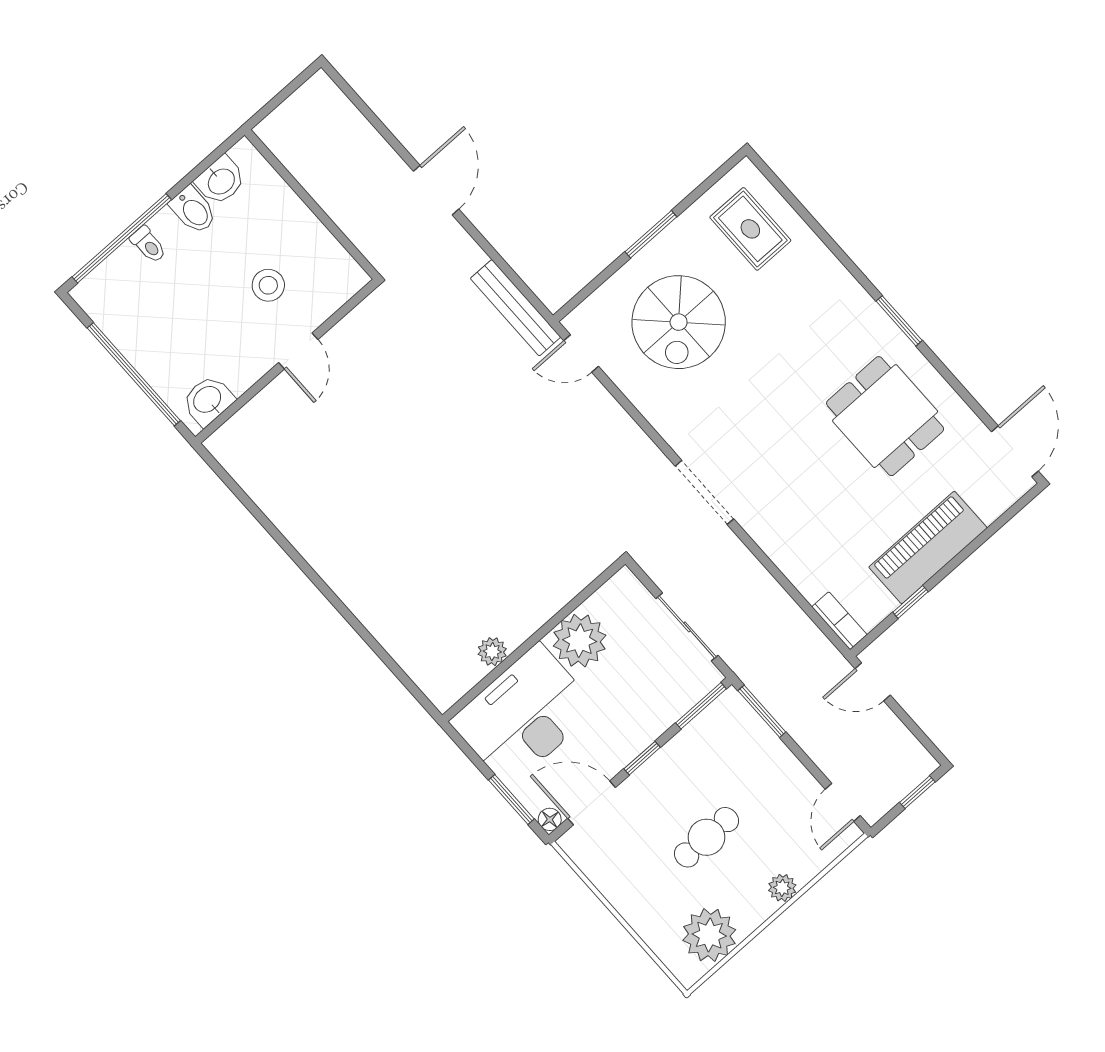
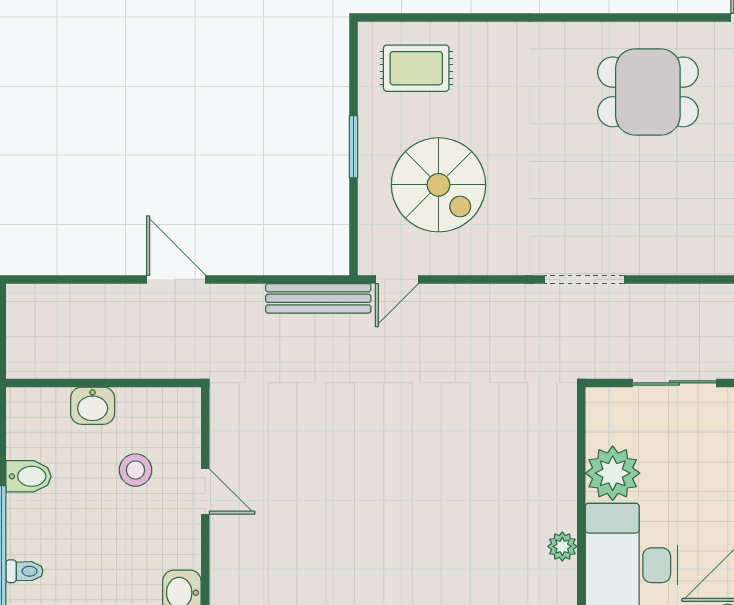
washbasin: (221, 181) -> (93, 406), moved, turned 90
toilet: (148, 245) -> (24, 571), moved
window: (899, 321) -> (585, 17), removed

